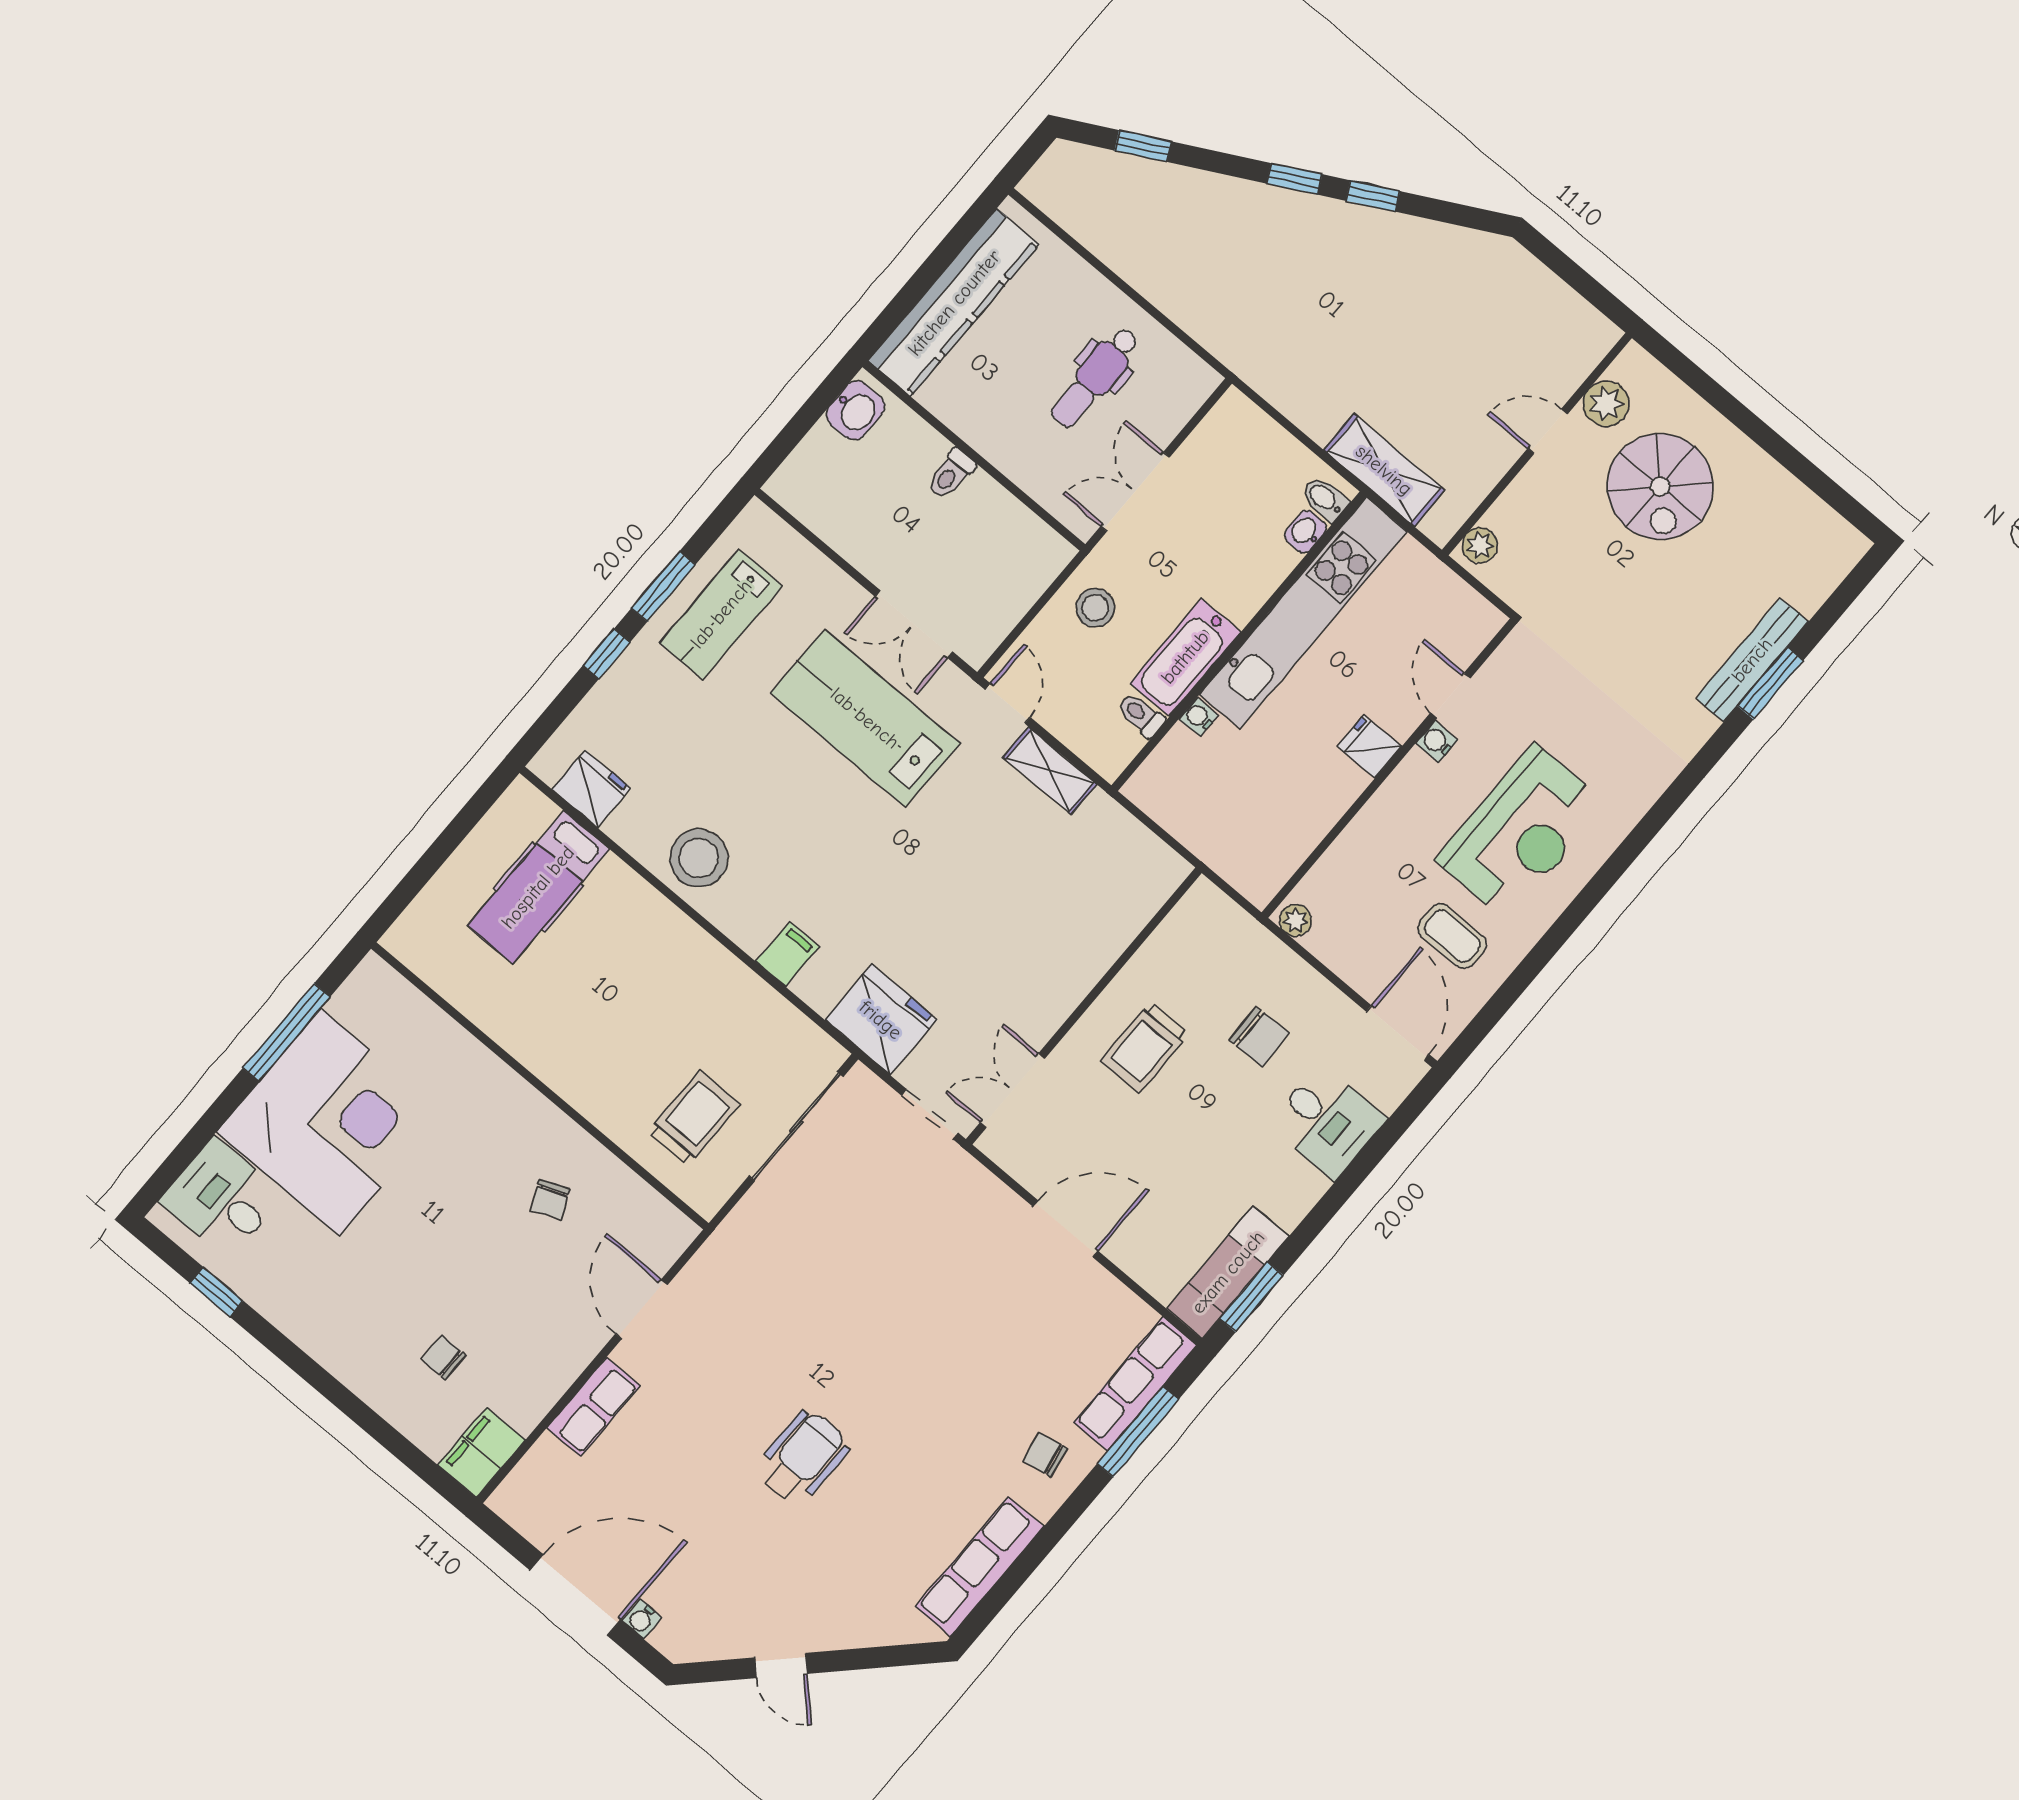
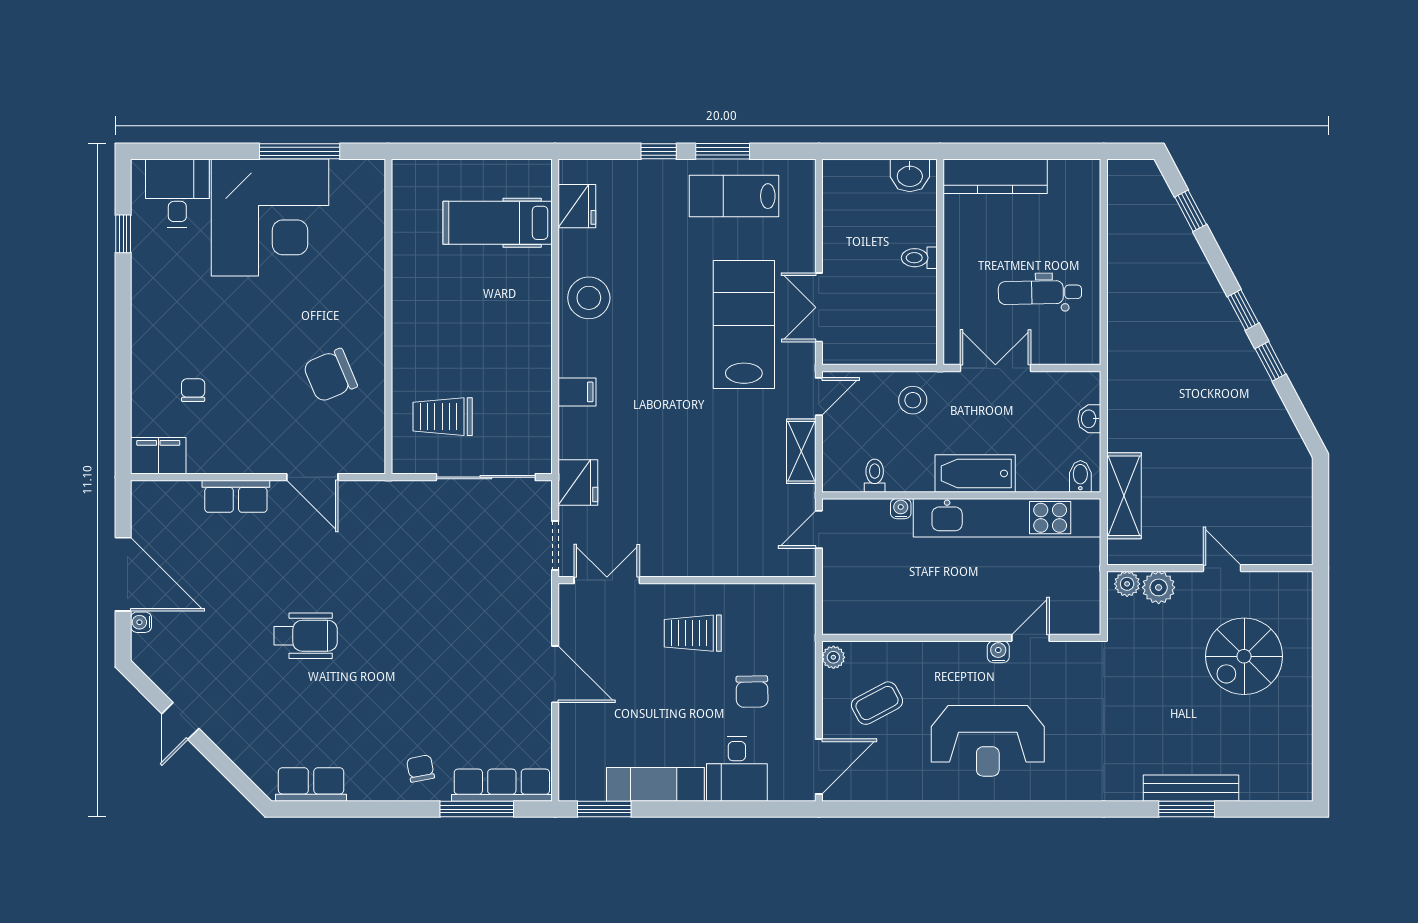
kitchen counter: (954, 303) -> (995, 176), width x0.72, depth x0.86
plant: (1606, 404) -> (1159, 587), moved
washbasin: (1305, 532) -> (1089, 419), moved, turned -90
bathtub: (1185, 657) -> (975, 473), moved
fridge: (1370, 746) -> (964, 617), removed
door: (1148, 822) -> (819, 529), added
coffee table: (1452, 936) -> (877, 703), moved, turned 62
fridge: (881, 1020) -> (578, 483), width x0.73, depth x0.75
trolley: (694, 1118) -> (443, 417), turned 180
chair: (550, 1200) -> (330, 375), width x1.87, depth x1.87
exam couch: (1228, 1272) -> (655, 784), moved
door: (641, 1309) -> (312, 477), swing flipped
row of seats: (980, 1567) -> (311, 785), width x0.68

